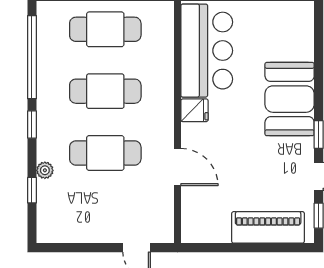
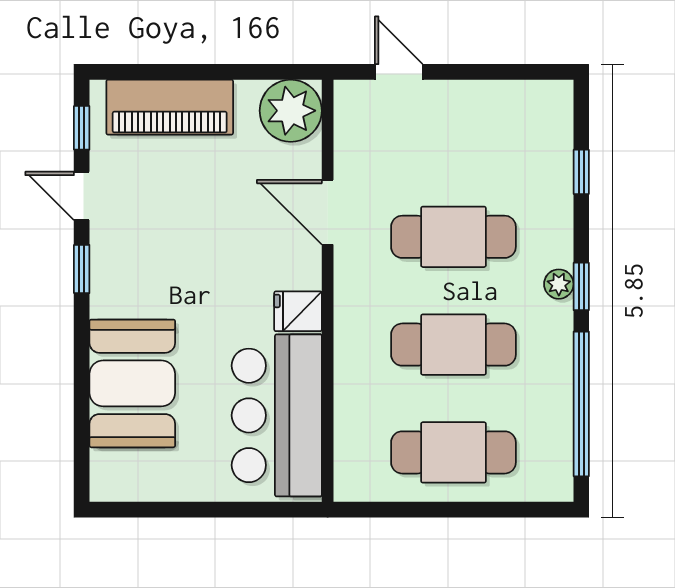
booth: (290, 99) -> (132, 383), moved
plant: (45, 170) -> (559, 284), moved
plant: (199, 225) -> (291, 111), added

